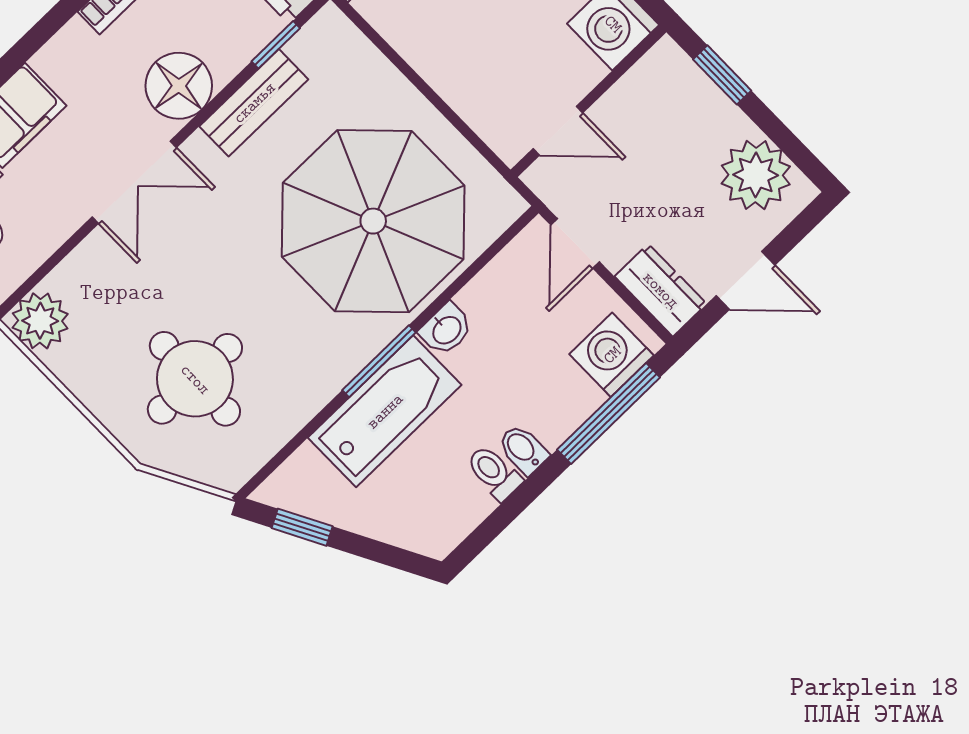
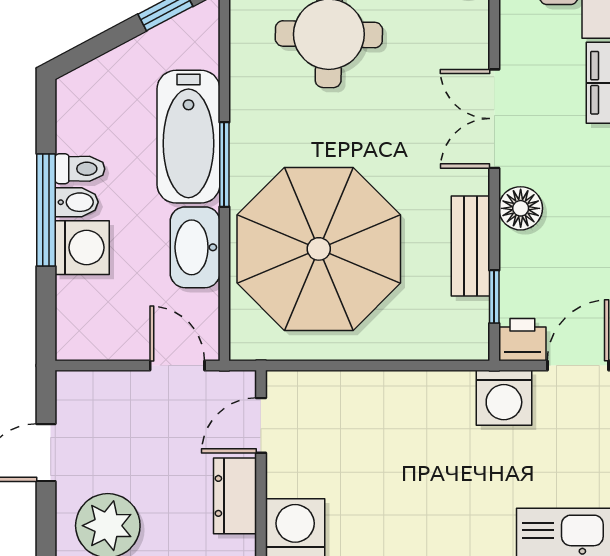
floor lamp: (179, 86) -> (521, 208), width x0.73, depth x0.73
dresser: (661, 290) -> (235, 496), moved, turned 90
washbasin: (446, 329) -> (195, 247), width x1.91, depth x1.45
washing machine: (612, 355) -> (82, 248), moved
window: (609, 414) -> (46, 210), moved

